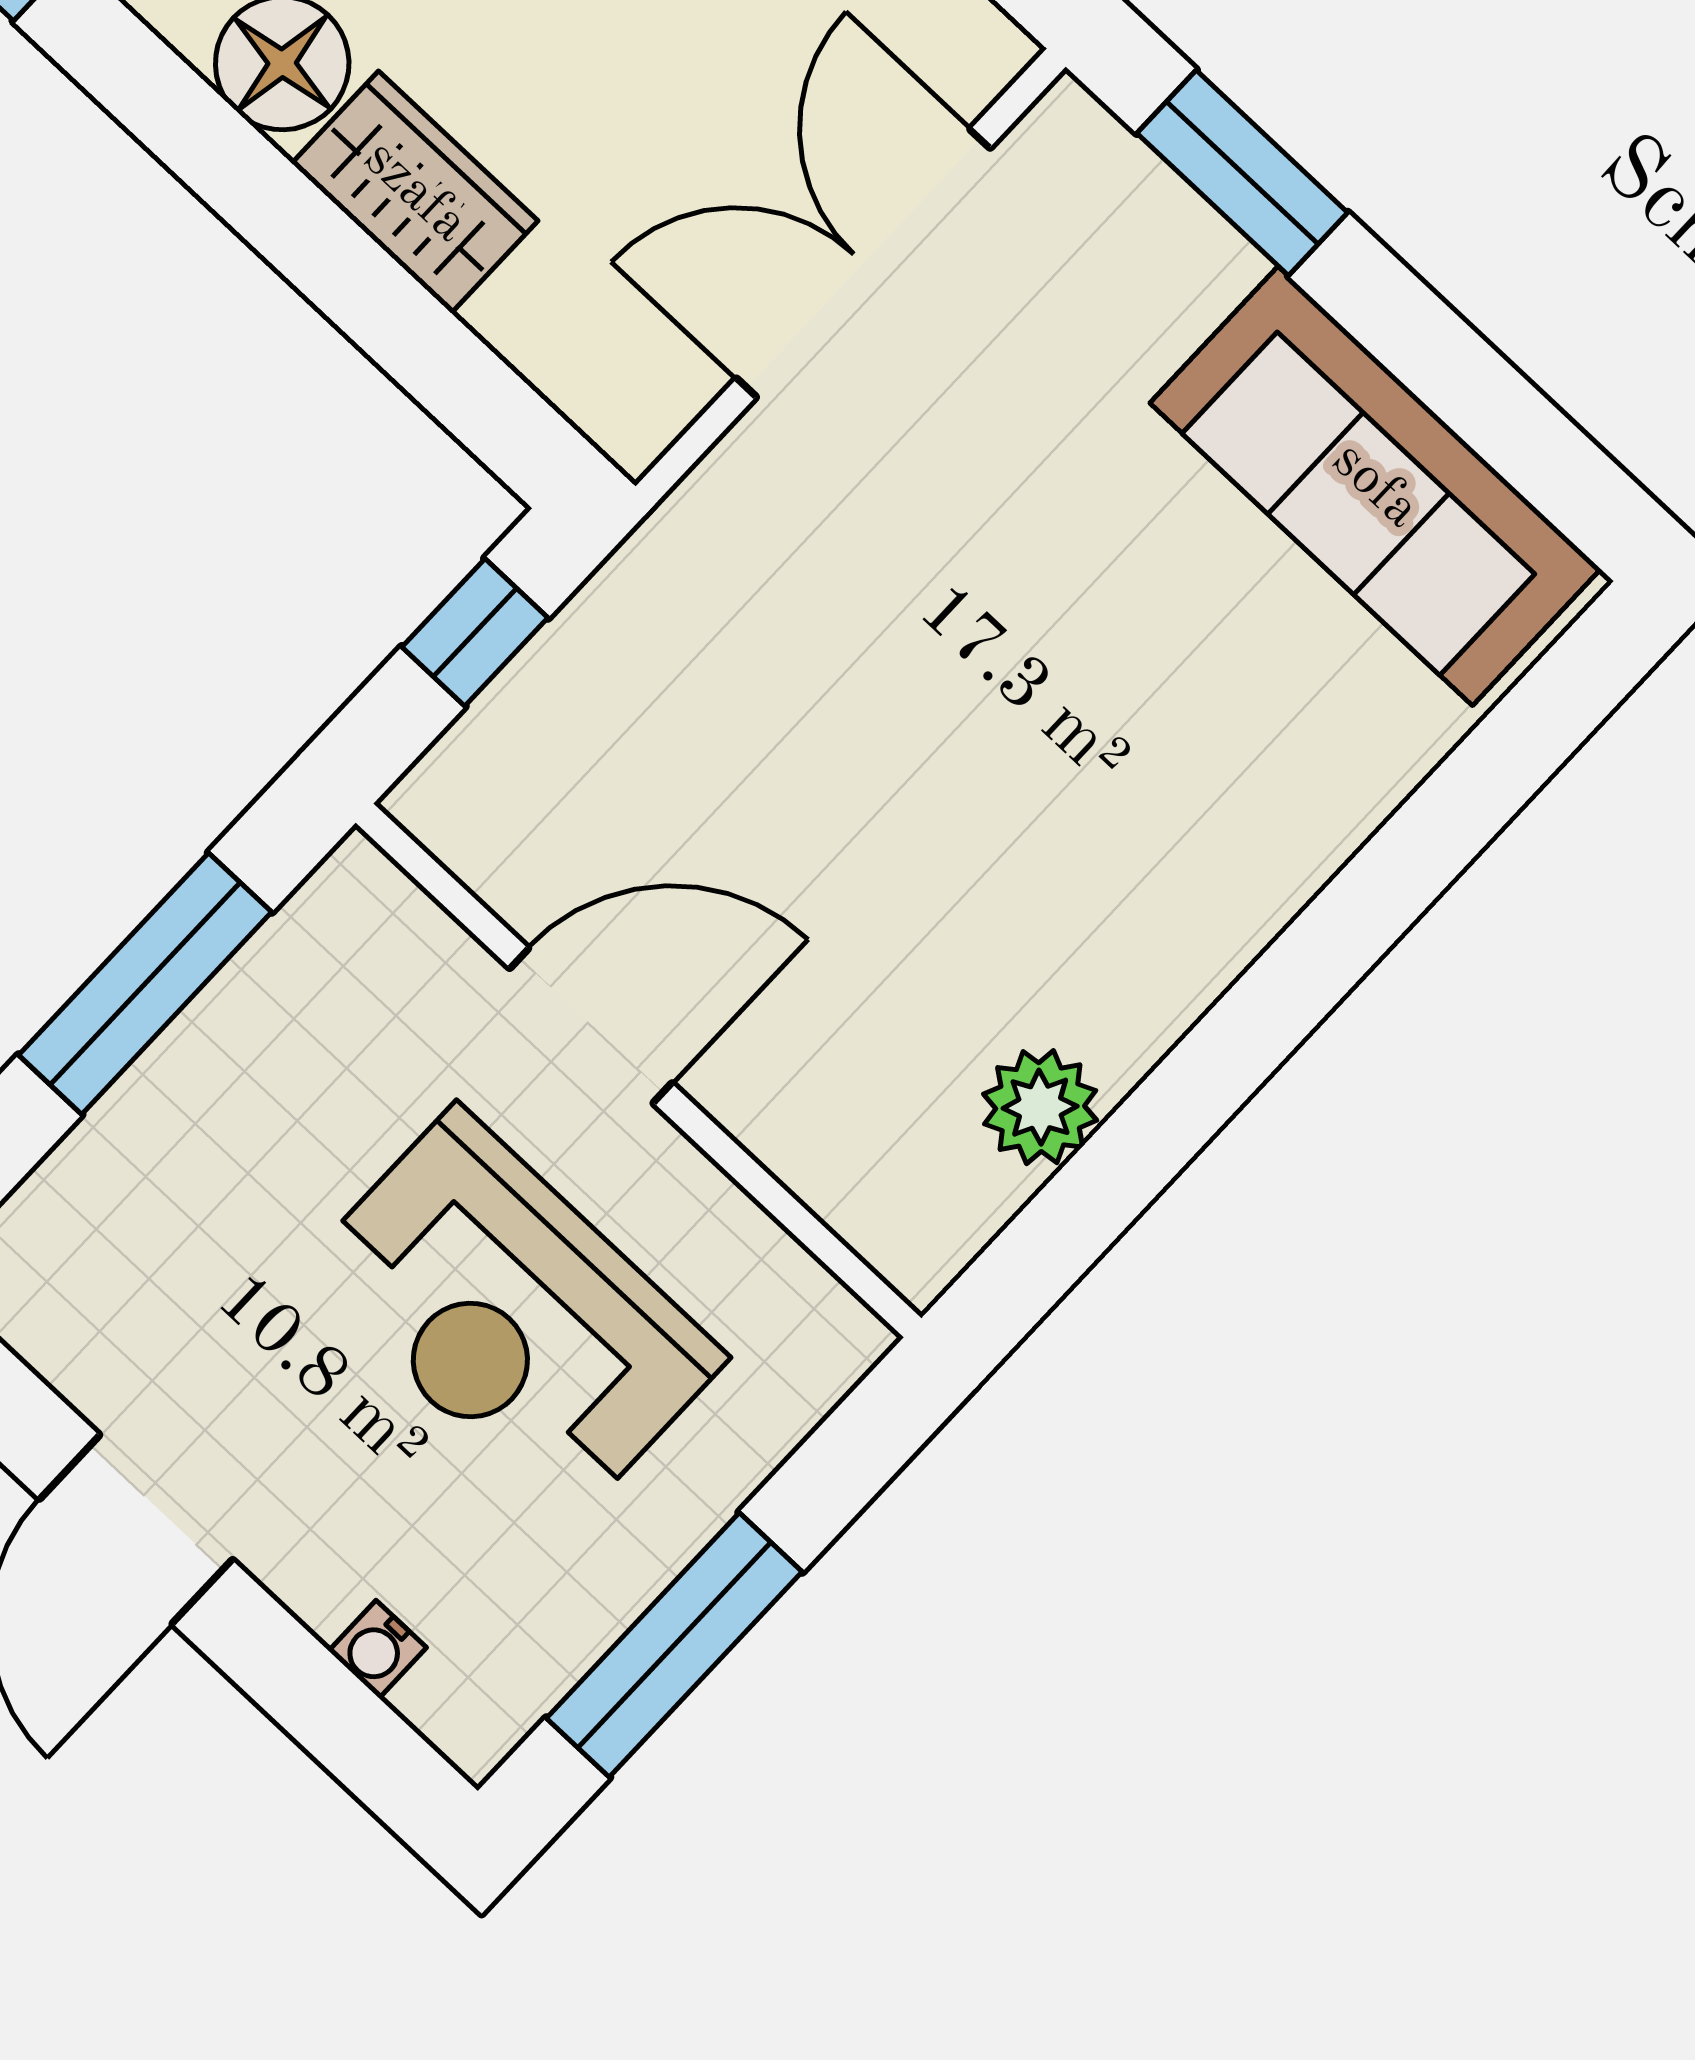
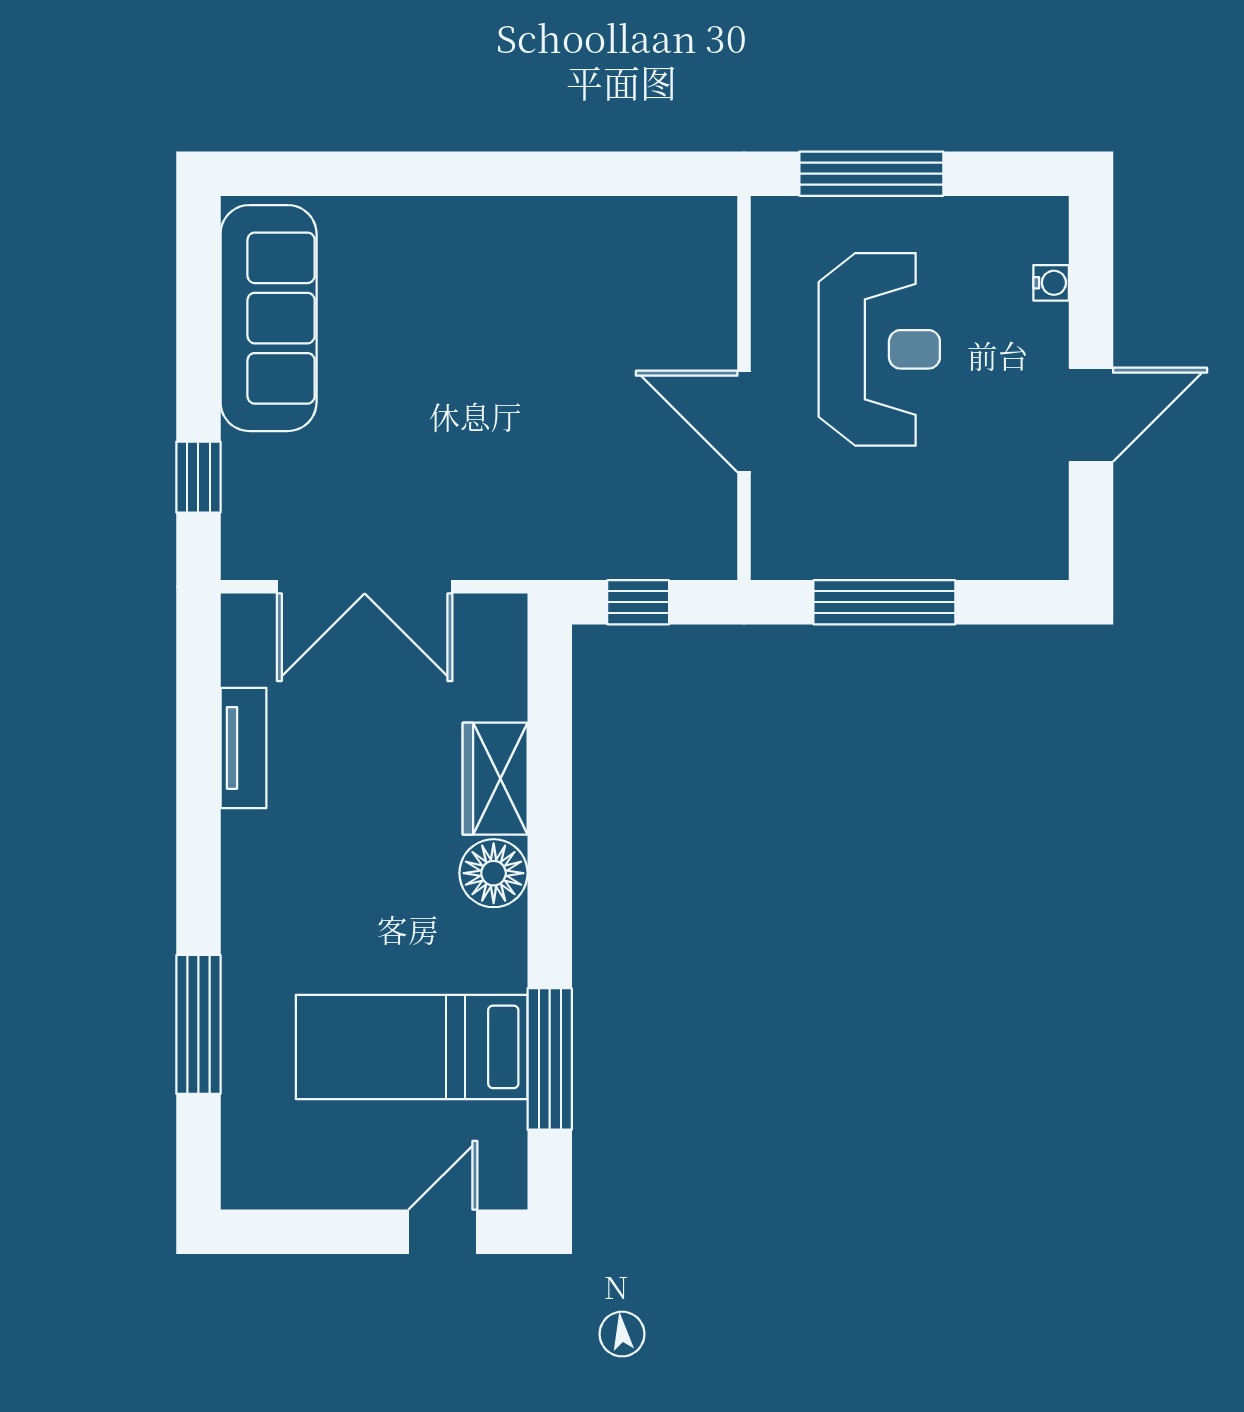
window: (1242, 173) -> (198, 477), width x0.67
plant: (1040, 1107) -> (617, 226), removed
window: (674, 1645) -> (871, 174), moved

